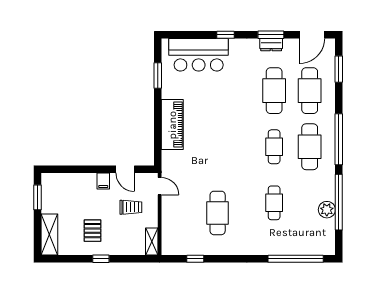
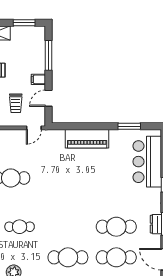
cafe table: (274, 147) -> (68, 227), removed
window: (76, 169) -> (49, 55), added

